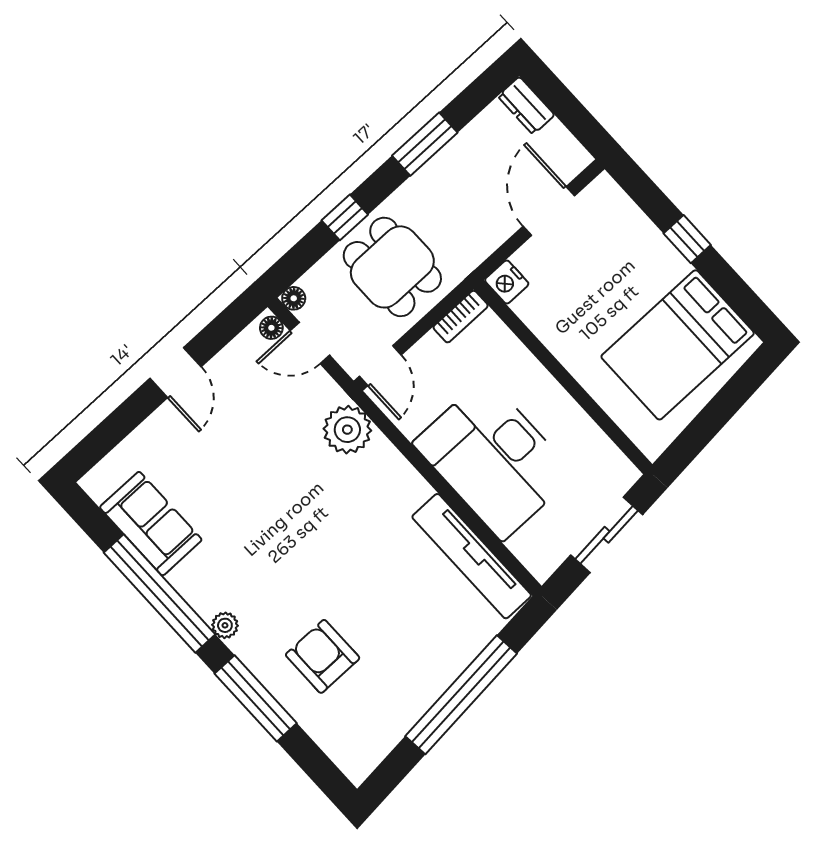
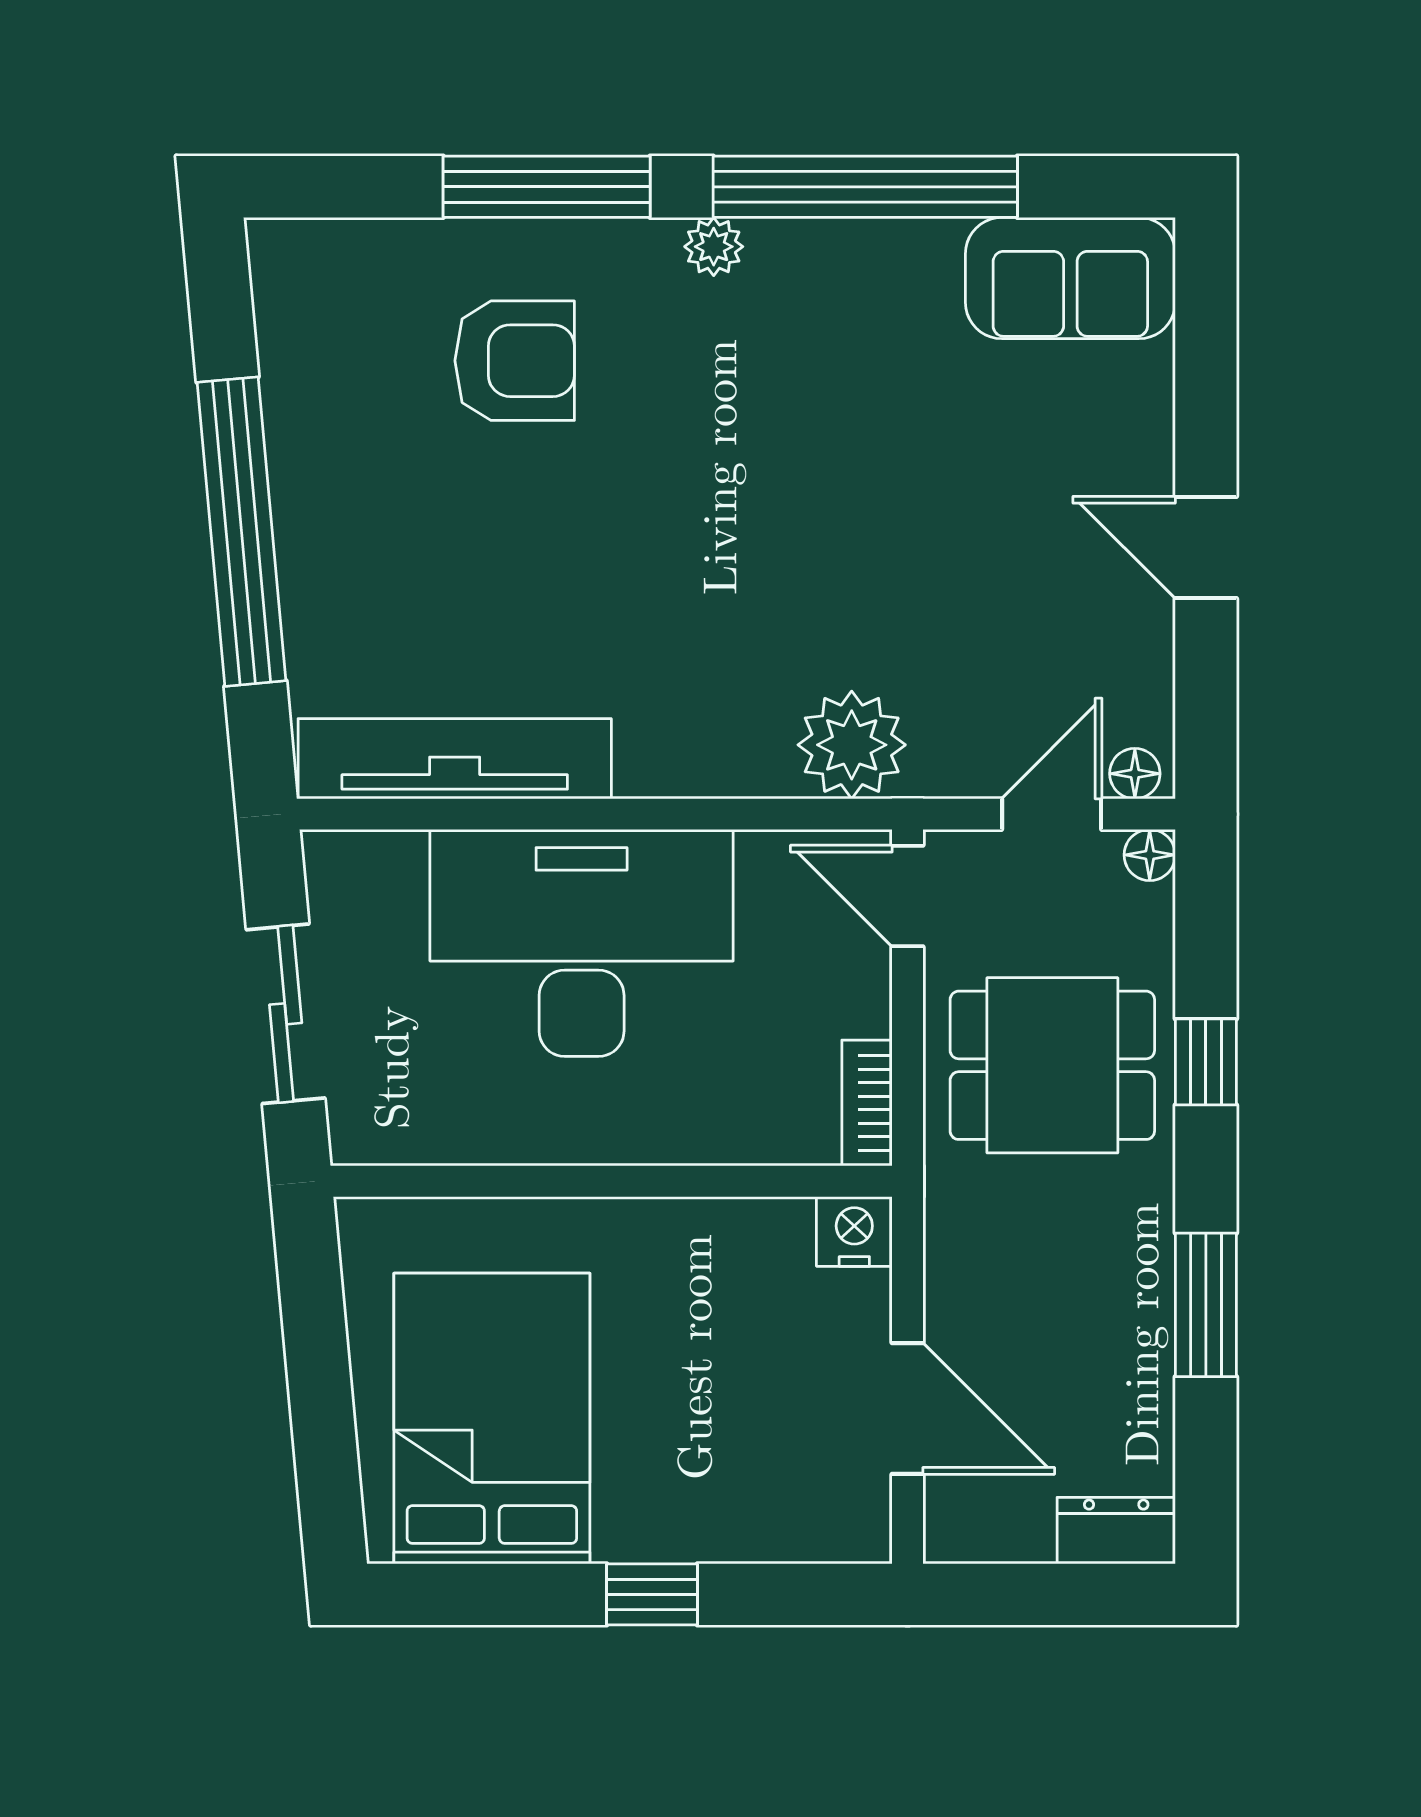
sofa: (151, 524) -> (1070, 278), moved

